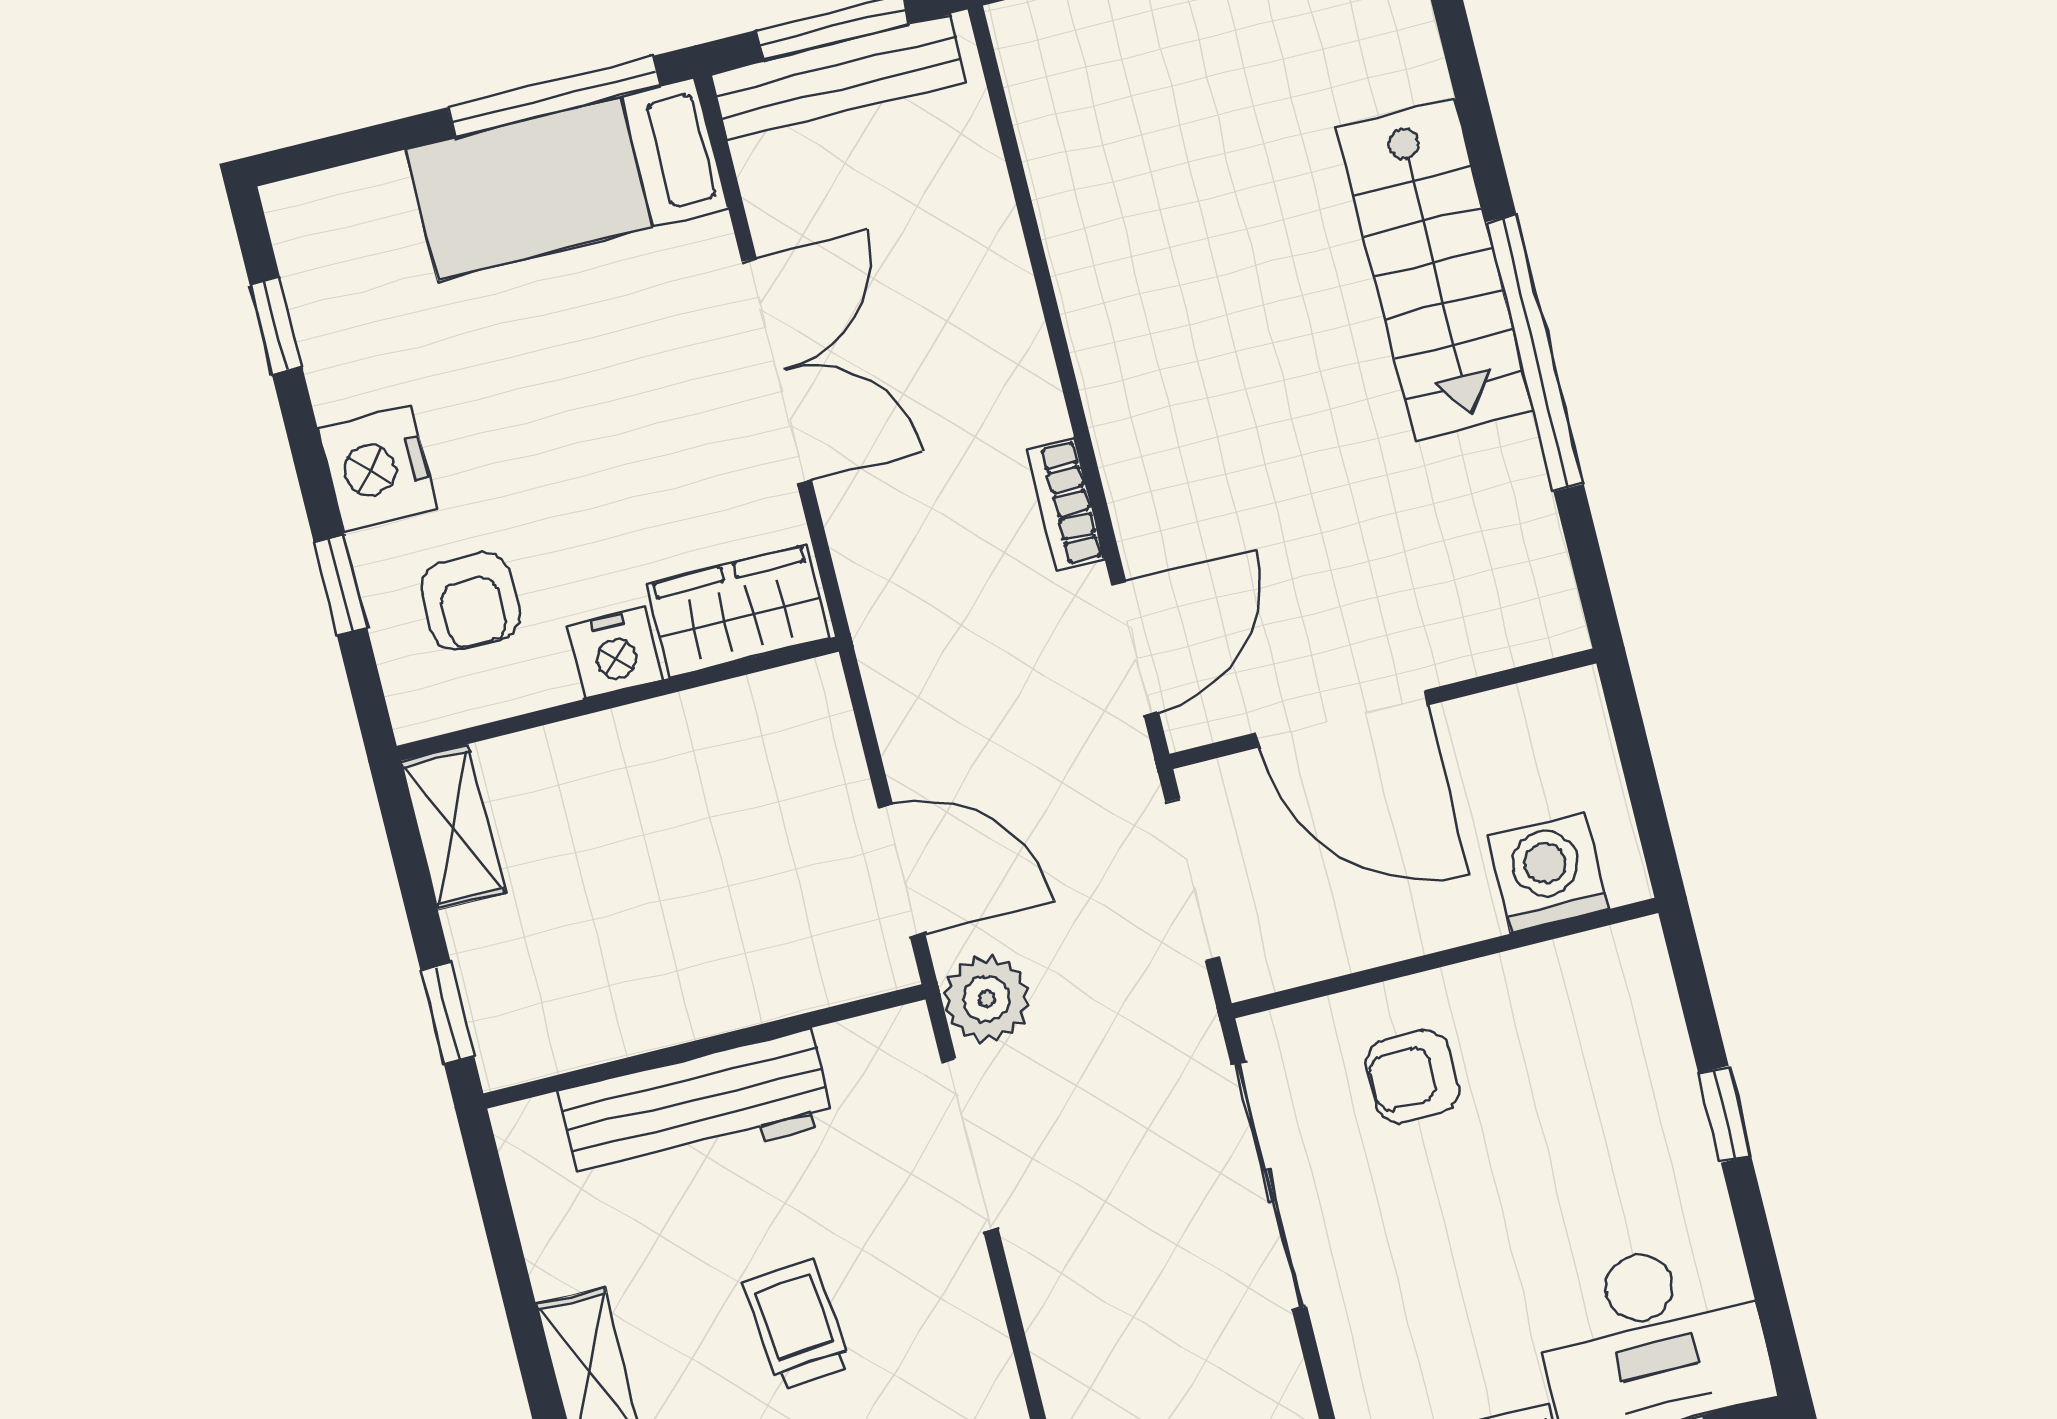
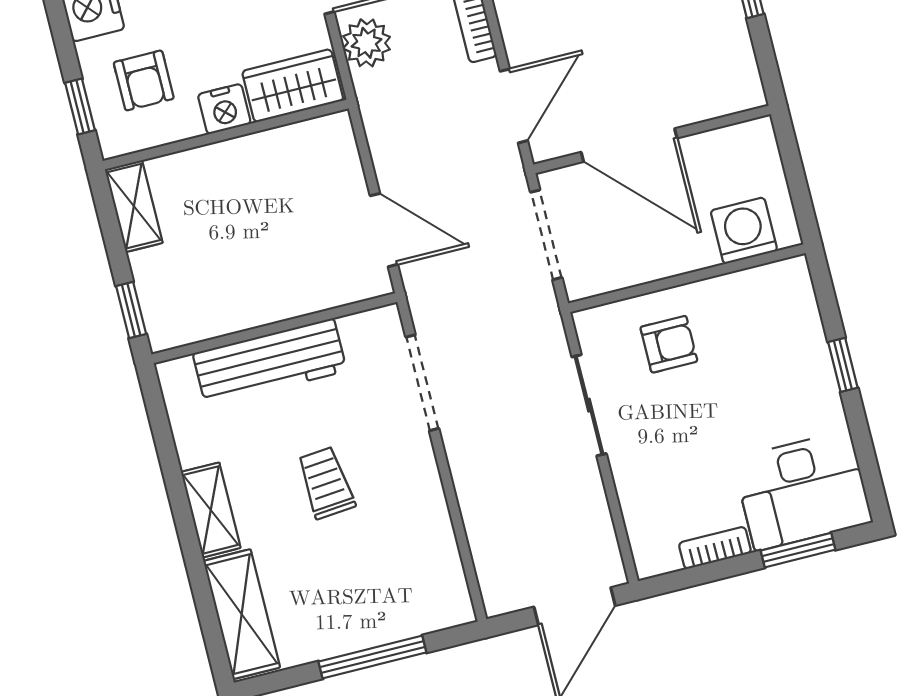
window: (341, 585) -> (80, 107), moved
plant: (986, 999) -> (367, 43), moved
armchair: (1412, 1076) -> (669, 344), turned 180
sliding door: (1269, 1186) -> (589, 405), width x0.73

